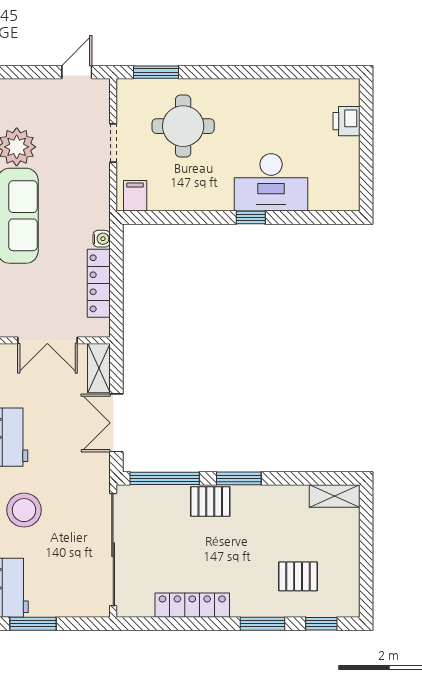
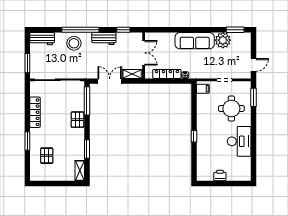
door: (77, 72) -> (254, 65), hinge flipped
printer: (347, 121) -> (220, 176), moved
desk: (271, 182) -> (239, 141), moved, turned 180
double door: (47, 340) -> (144, 53), swing flipped
window: (239, 478) -> (87, 149), moved
window: (33, 624) -> (27, 63), moved
window: (321, 624) -> (27, 165), removed

